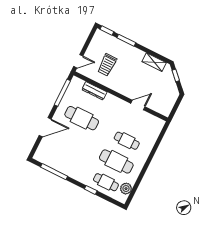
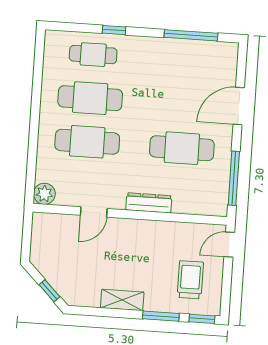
shelving: (154, 62) -> (122, 300), moved
trolley: (107, 65) -> (190, 280), moved
dresser: (94, 91) -> (149, 203), moved
cafe table: (127, 141) -> (87, 142), width x1.37, depth x1.35
plant: (126, 189) -> (44, 194), moved

